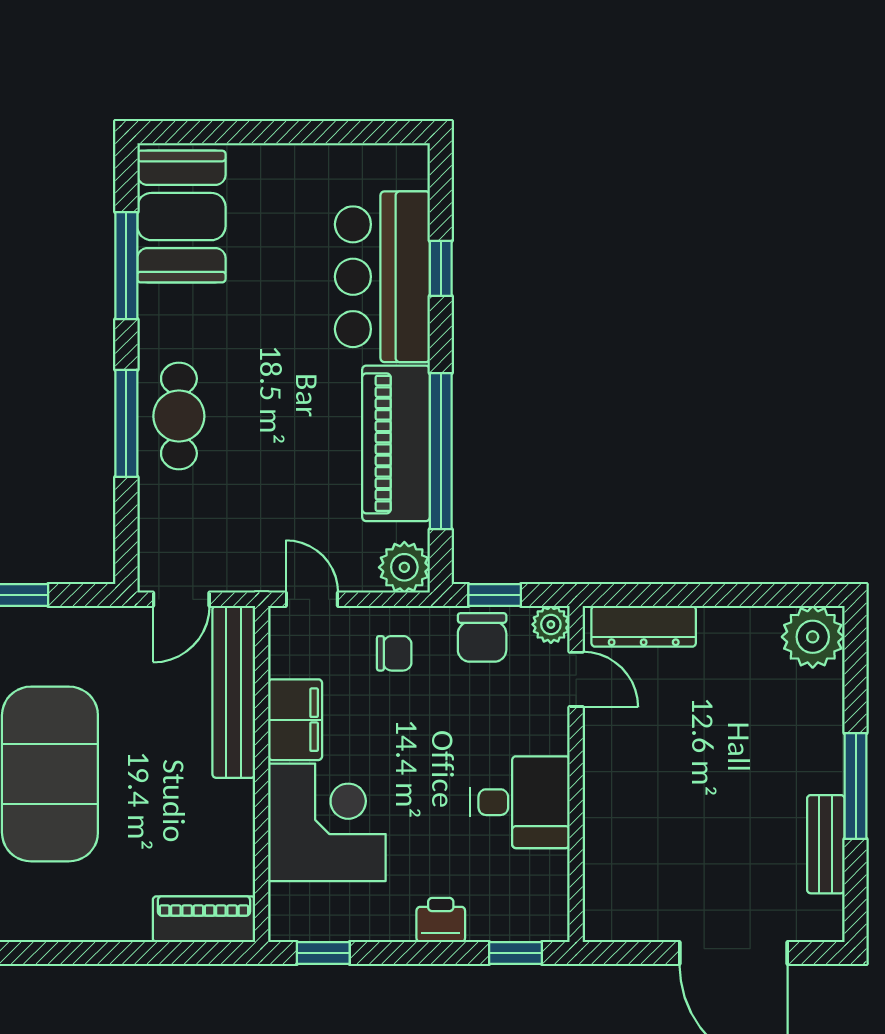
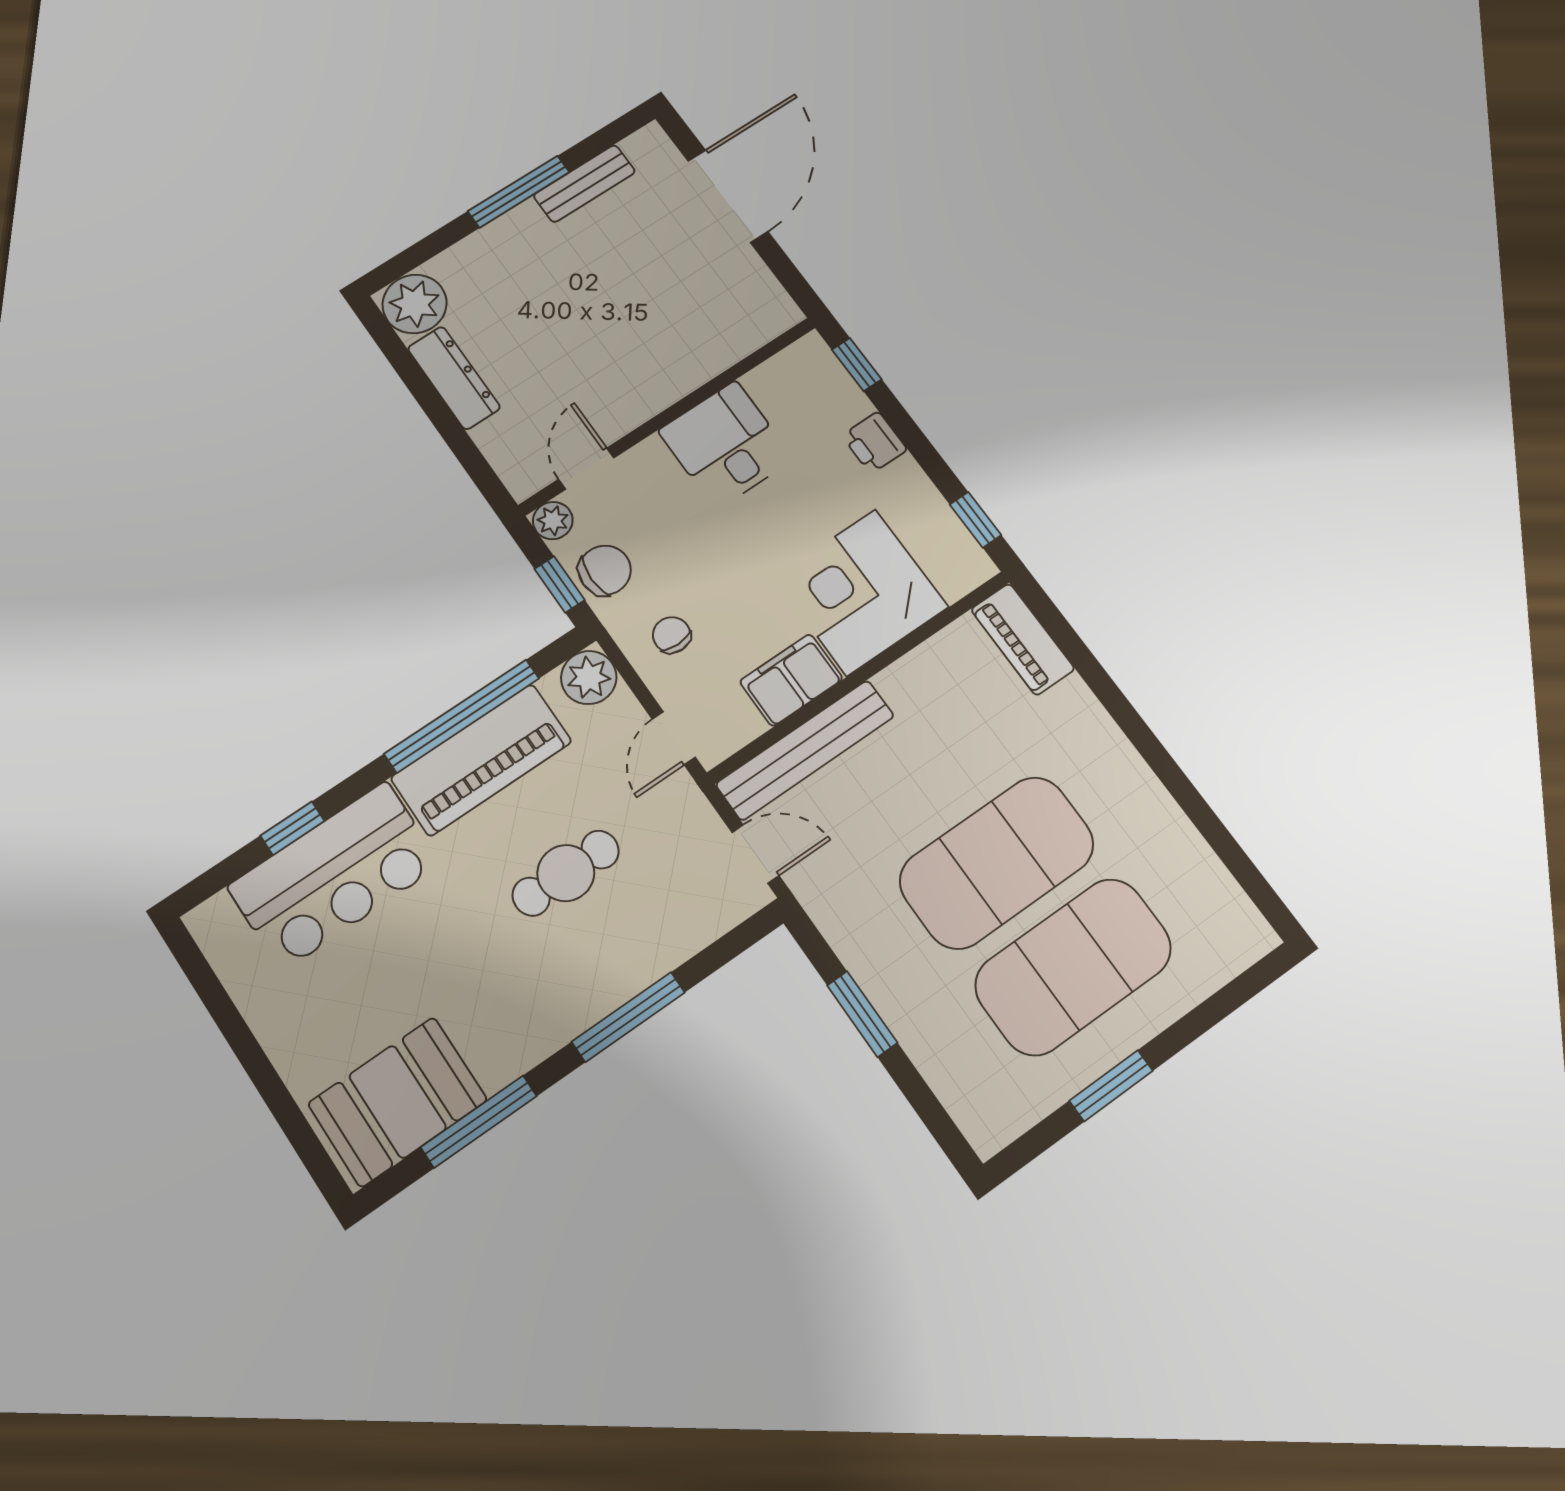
cafe table: (179, 416) -> (566, 873), moved
dresser: (644, 626) -> (454, 378), moved

